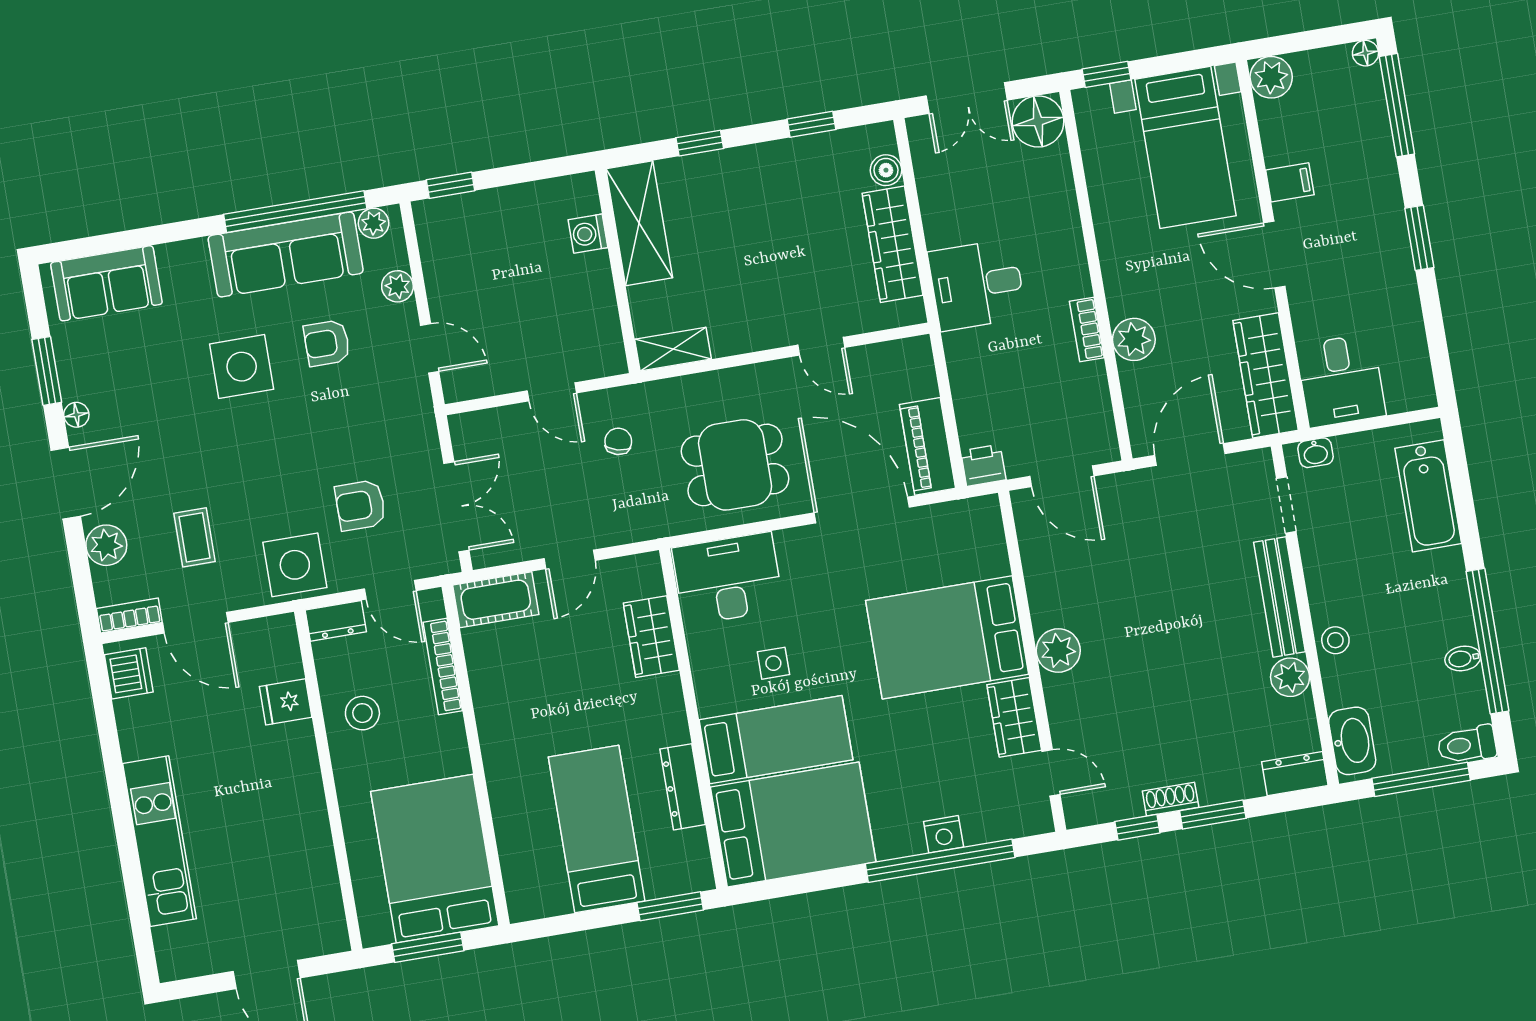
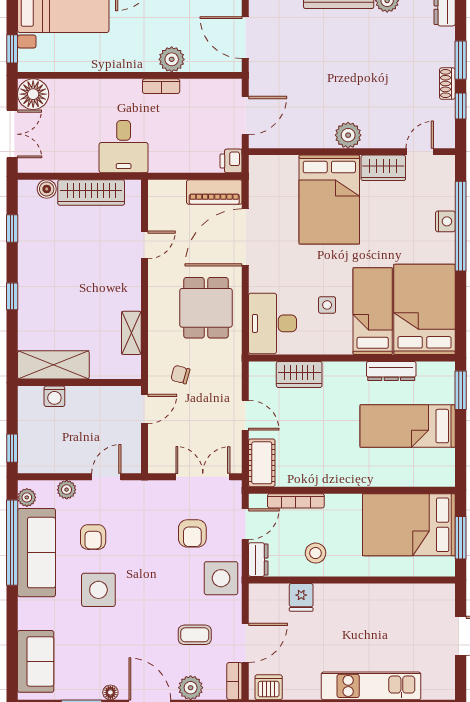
shelving: (639, 223) -> (53, 365), moved
washing machine: (588, 234) -> (54, 396), moved
wall: (617, 271) -> (79, 383), moved

